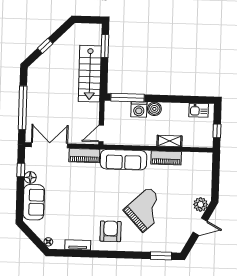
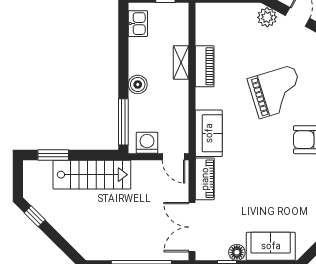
window: (45, 46) -> (35, 216), moved
washing machine: (139, 109) -> (147, 143), moved, turned -90
sofa: (123, 160) -> (209, 133), width x0.73
grand piano: (146, 210) -> (276, 92), turned 116

